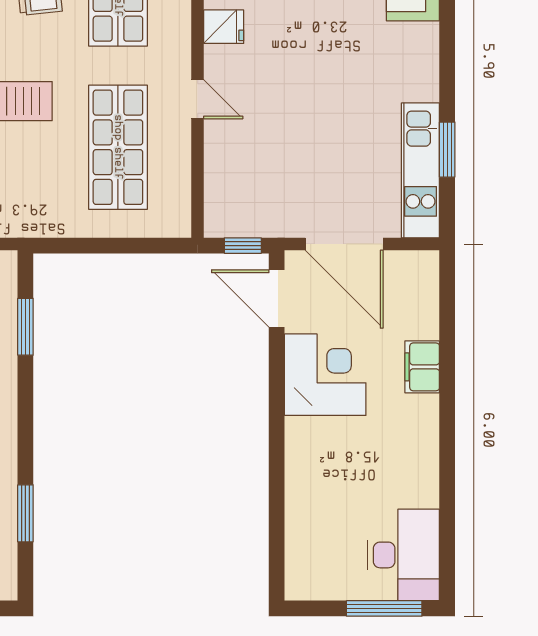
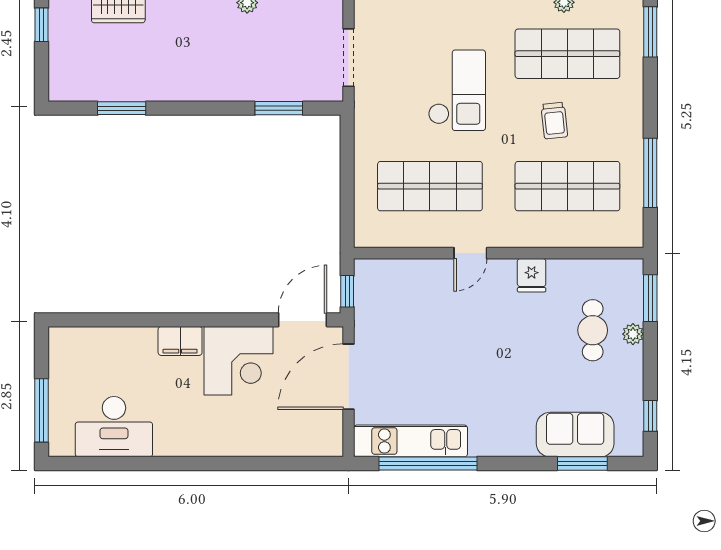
window: (447, 150) -> (428, 464), width x2.11
filing cabinet: (422, 367) -> (180, 341), moved, turned 180
desk: (404, 555) -> (114, 427), moved

